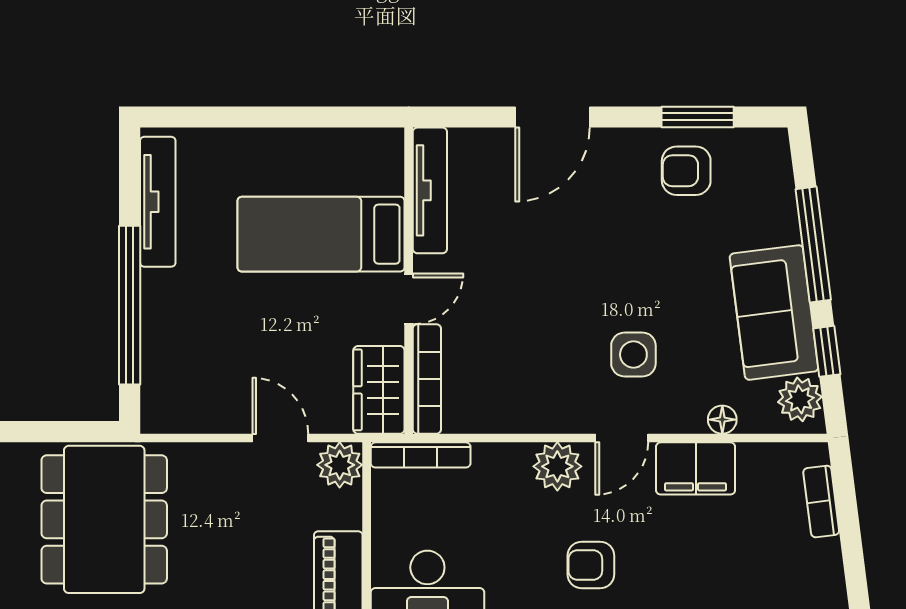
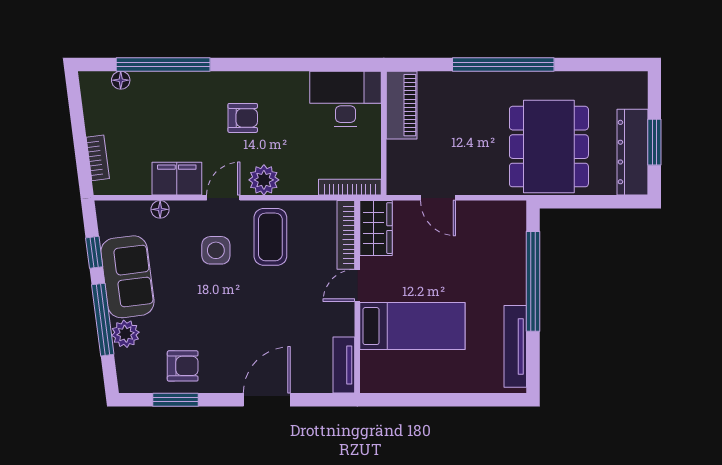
tv unit: (430, 190) -> (344, 365), width x0.71
coffee table: (547, 376) -> (270, 237), added
plant: (800, 399) -> (125, 334), moved
plant: (340, 465) -> (401, 181), removed

